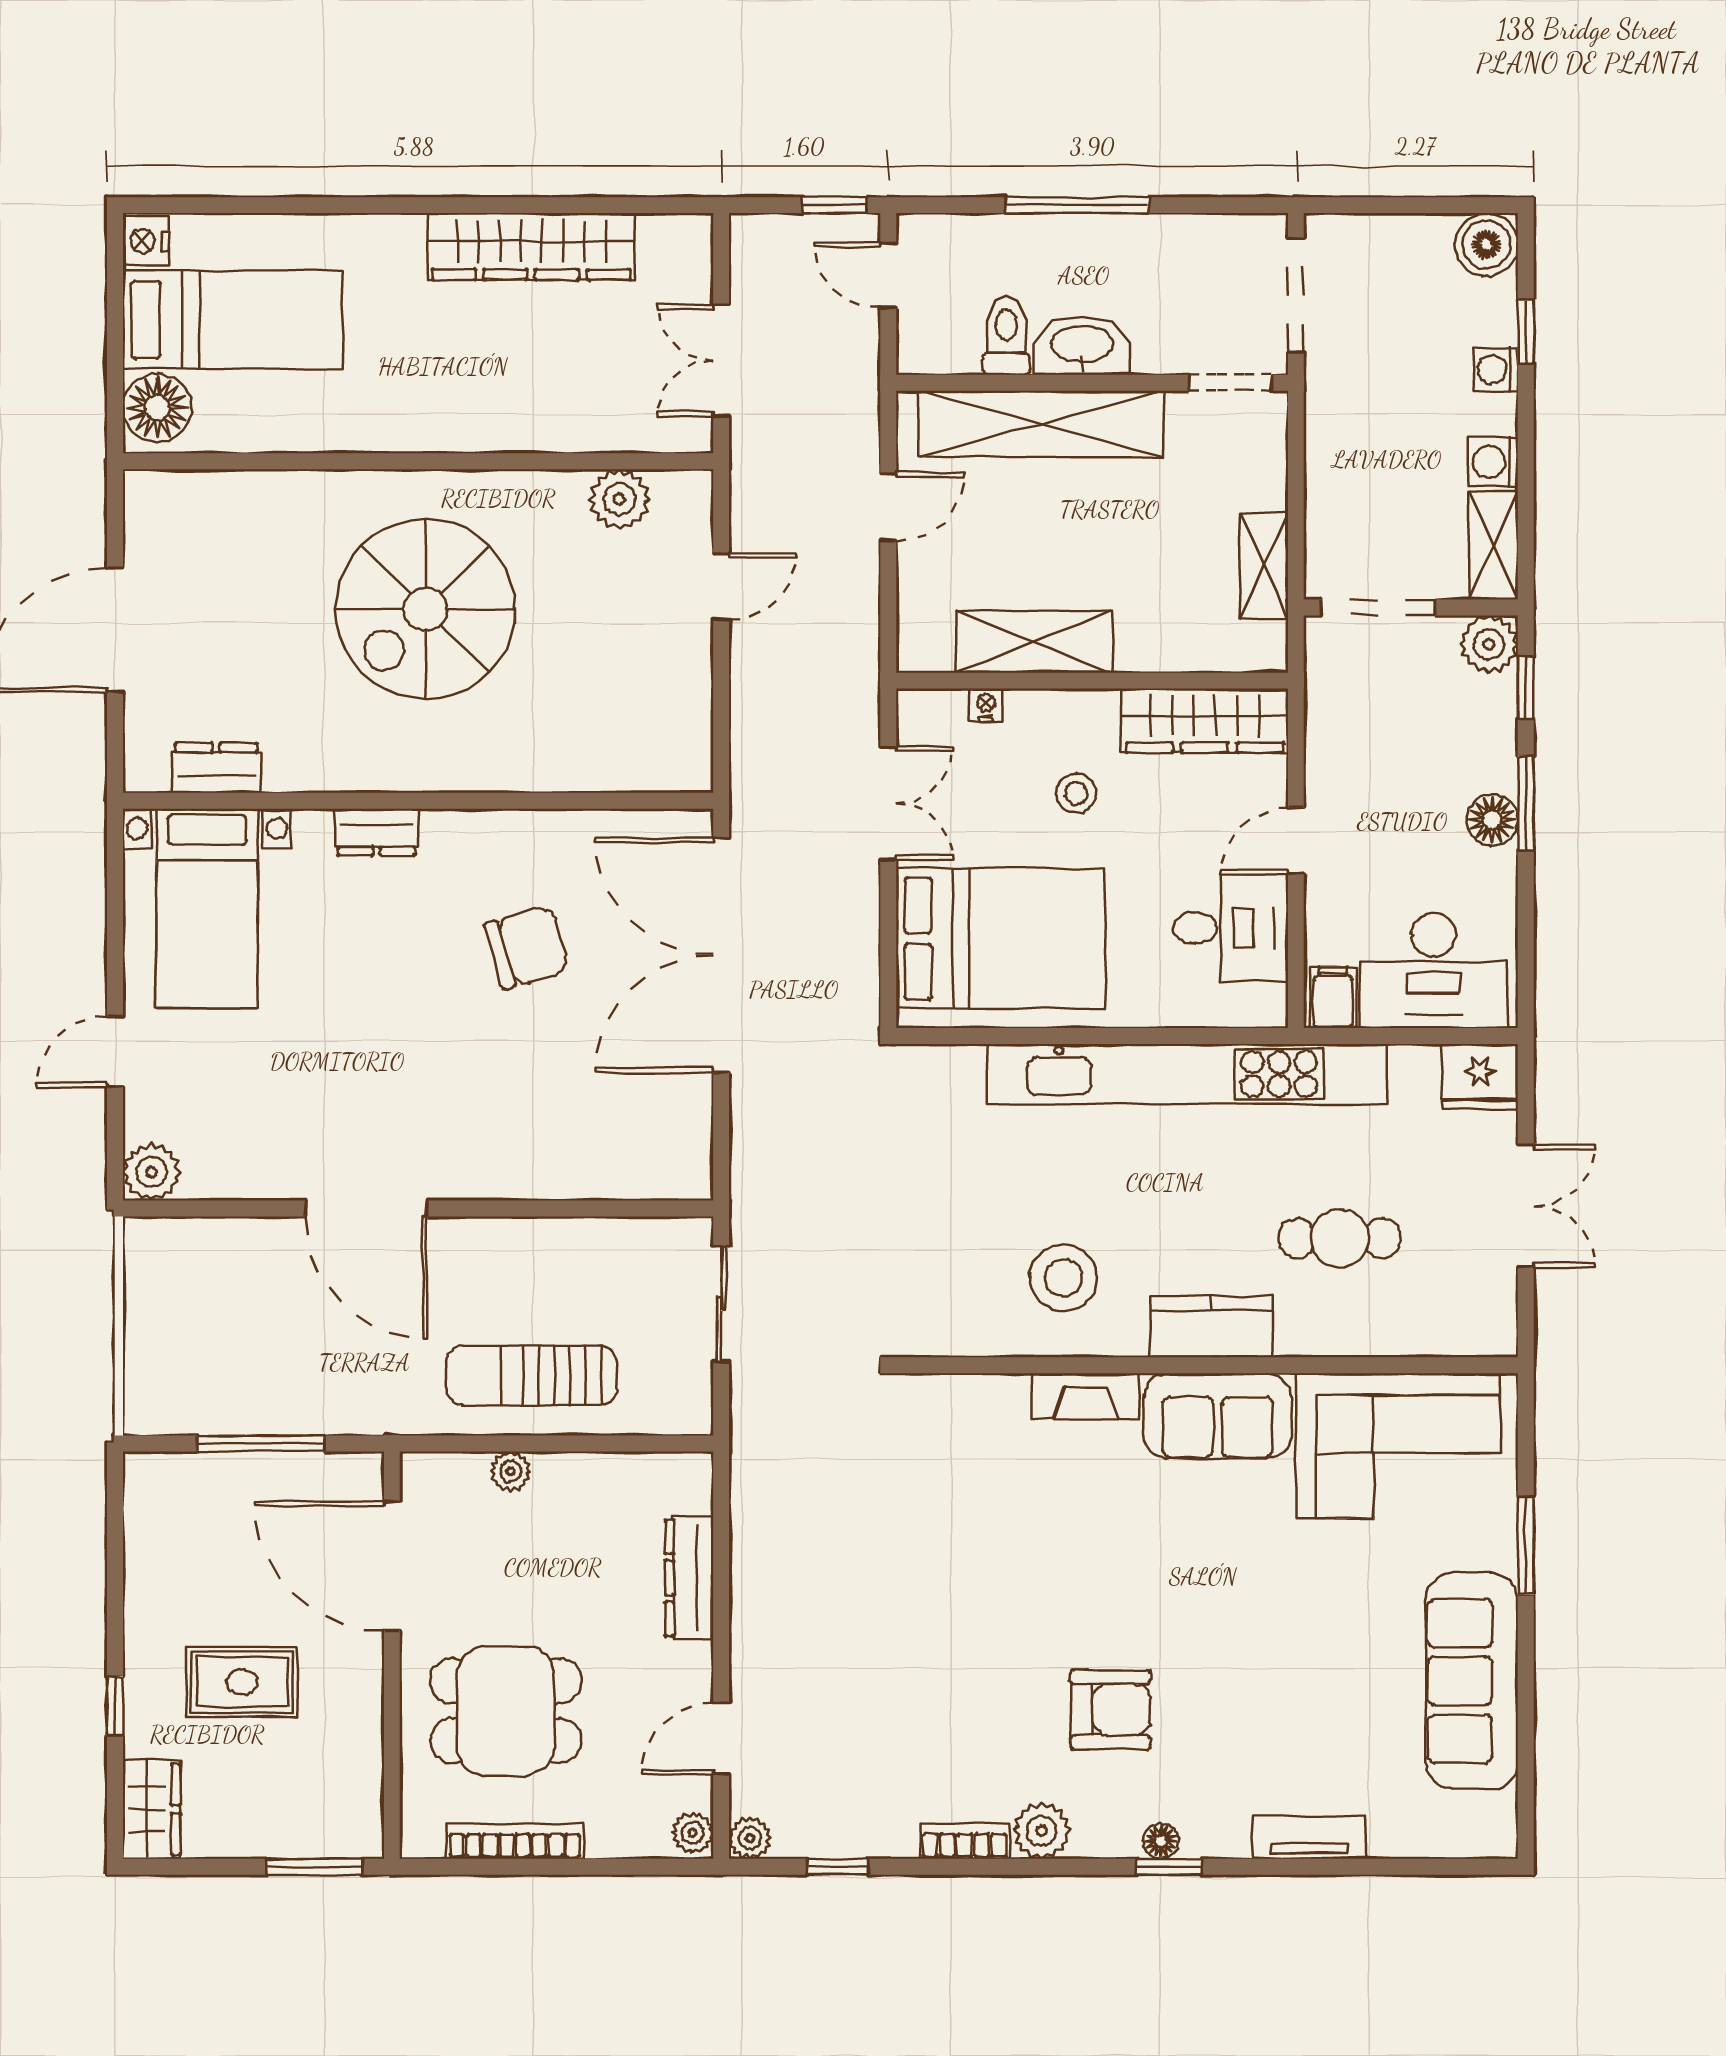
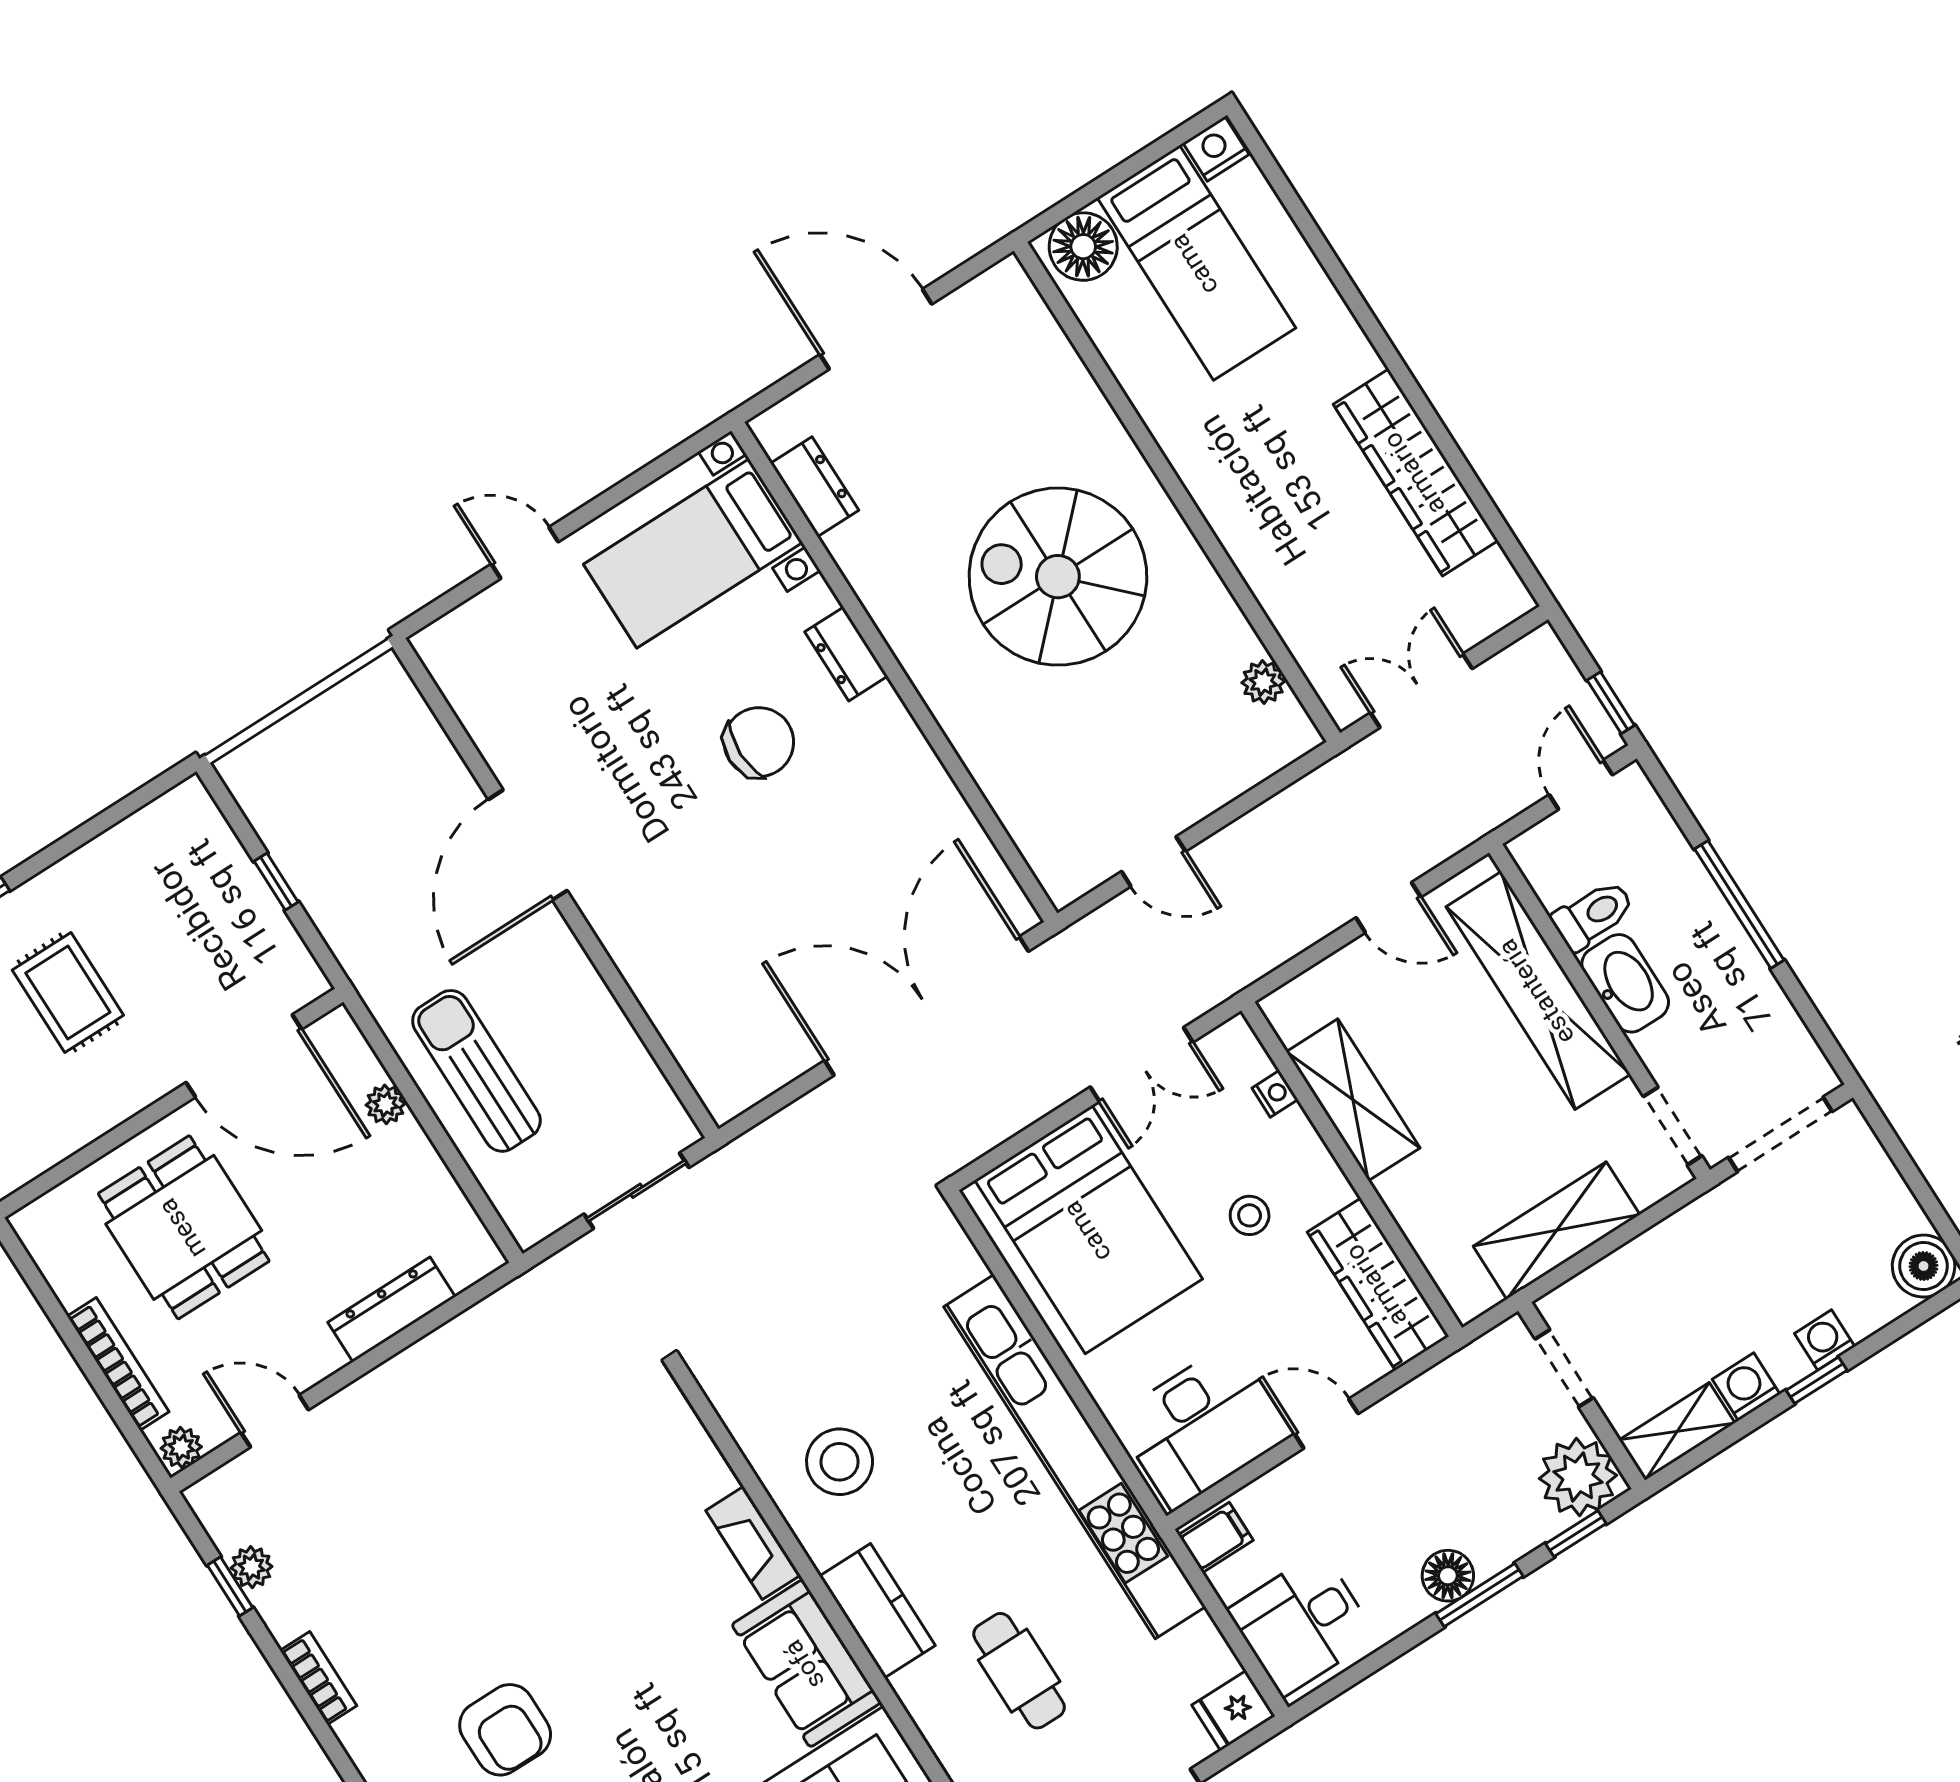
window: (1526, 332) -> (1817, 1380), moved
plant: (619, 499) -> (1263, 682), width x0.73, depth x0.73
shelving: (1264, 566) -> (1556, 1230), width x1.50, depth x1.33
door: (721, 587) -> (1153, 861), moved
doorway: (1378, 607) -> (1564, 1368), width x0.73
plant: (1489, 644) -> (1578, 1477), width x1.36, depth x1.36
desk: (1231, 928) -> (1203, 1426), width x1.37
chair: (527, 947) -> (759, 742), moved, turned -74
desk: (1434, 970) -> (1302, 1623), width x0.73
fridge: (1480, 1077) -> (1233, 1710), width x0.72
plant: (151, 1172) -> (444, 647), removed
window: (261, 1444) -> (276, 882), width x0.46
door: (392, 1566) -> (244, 1056), swing flipped
plant: (1042, 1831) -> (368, 1737), removed
plant: (750, 1838) -> (251, 1567), moved
bookcase: (515, 1841) -> (118, 1364), moved

